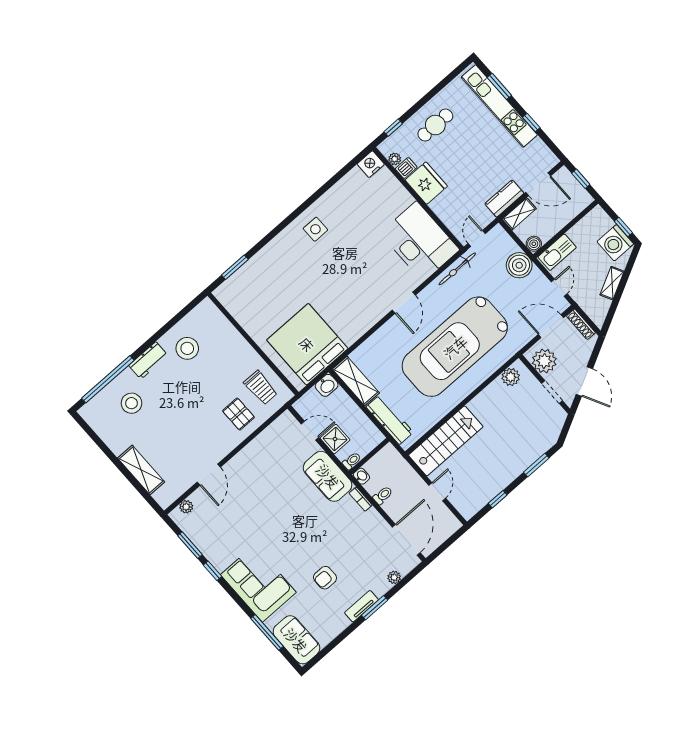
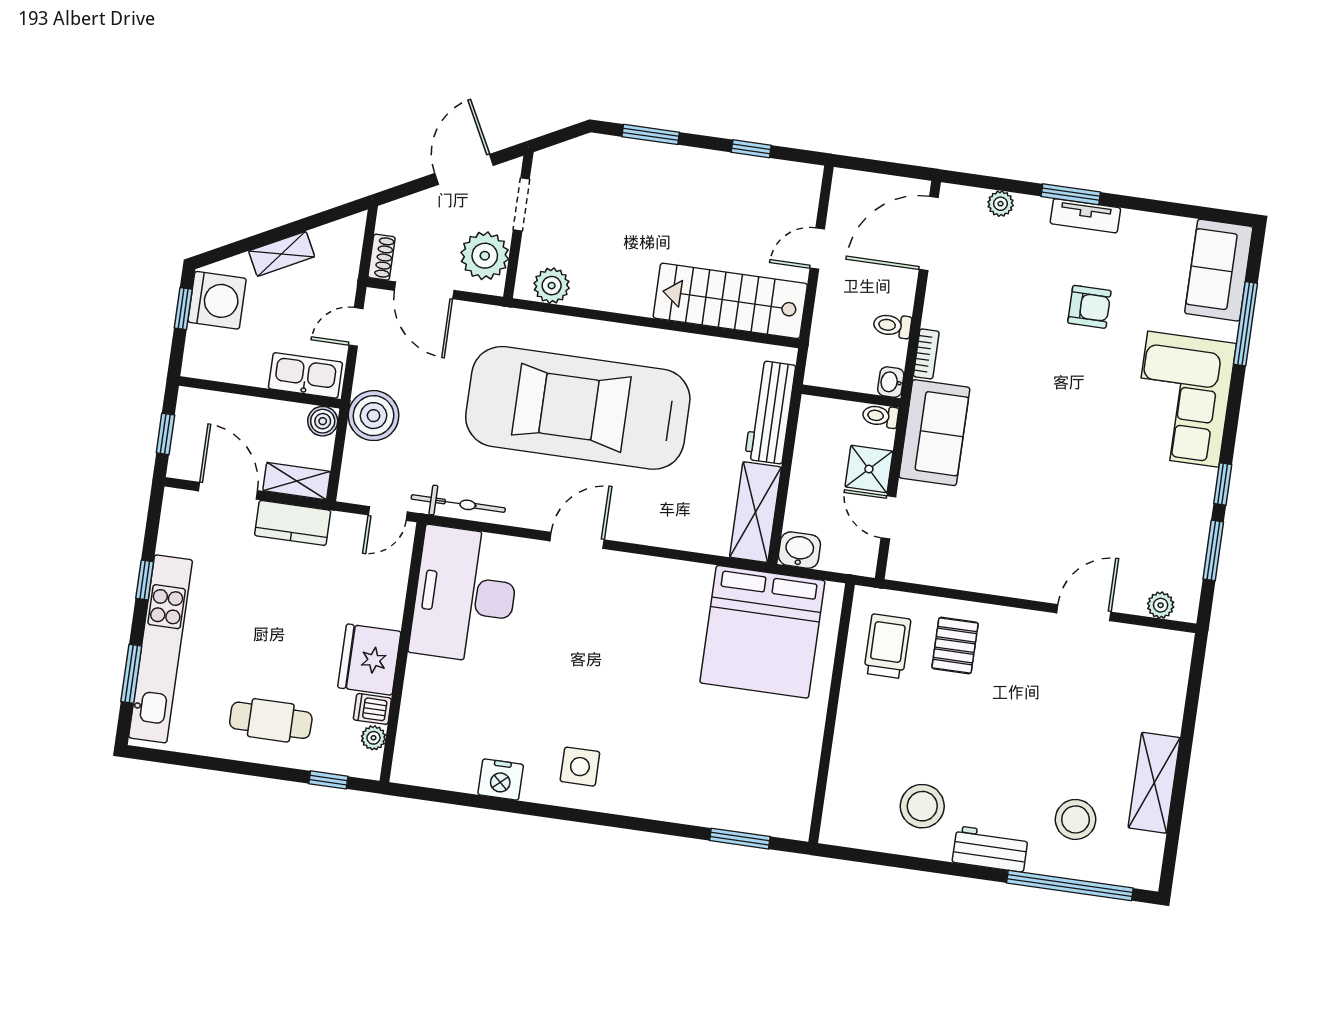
nightstand: (371, 164) -> (501, 780), moved
shoe rack: (581, 324) -> (382, 257), width x0.70
car: (455, 347) -> (578, 408), turned 180
shelving: (141, 470) -> (1154, 783), moved

